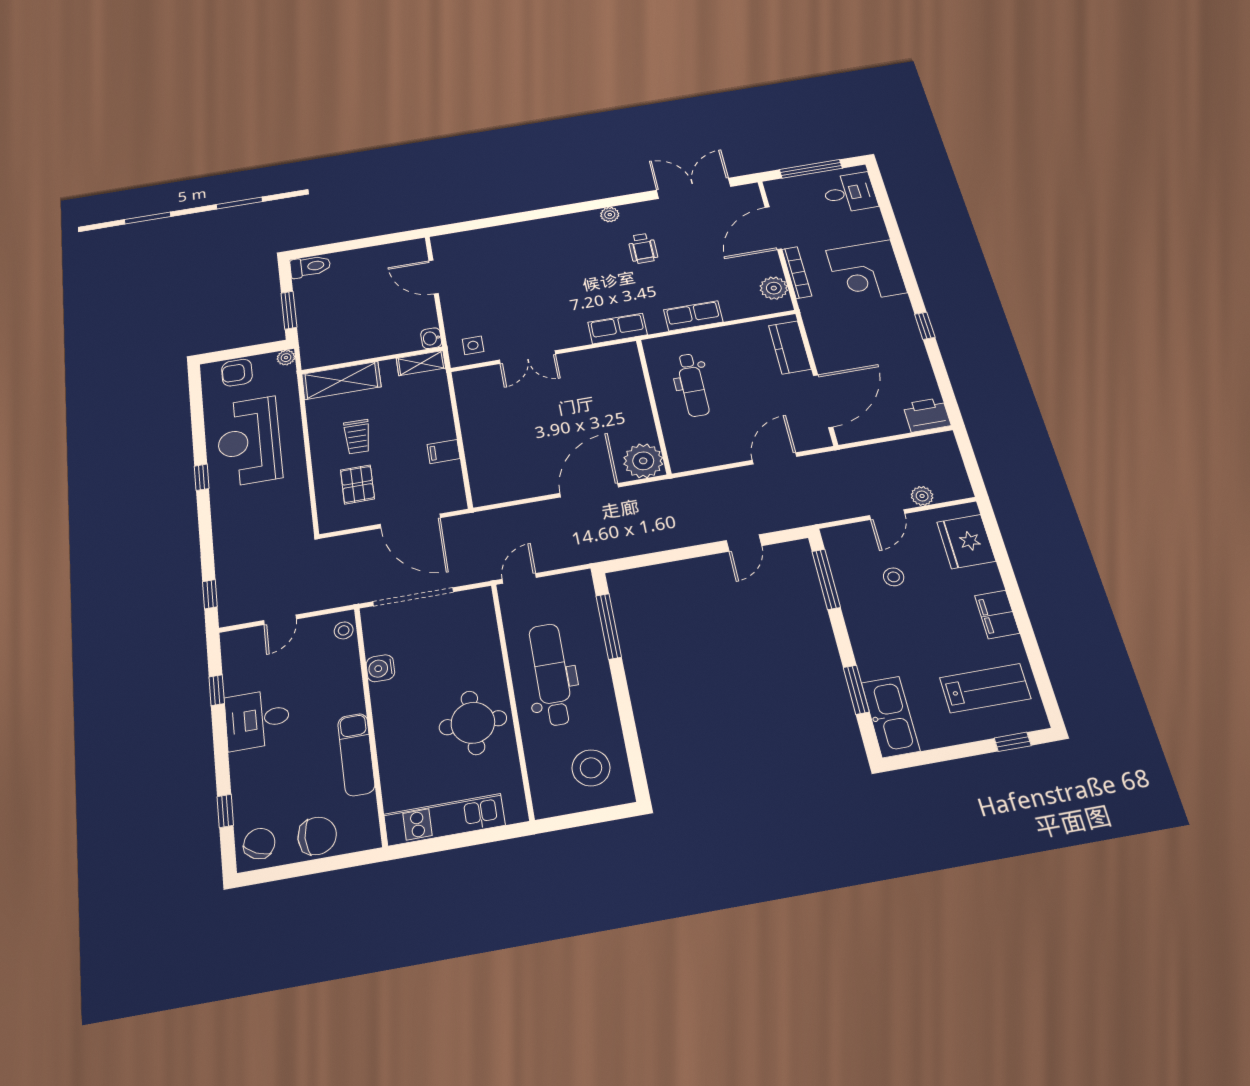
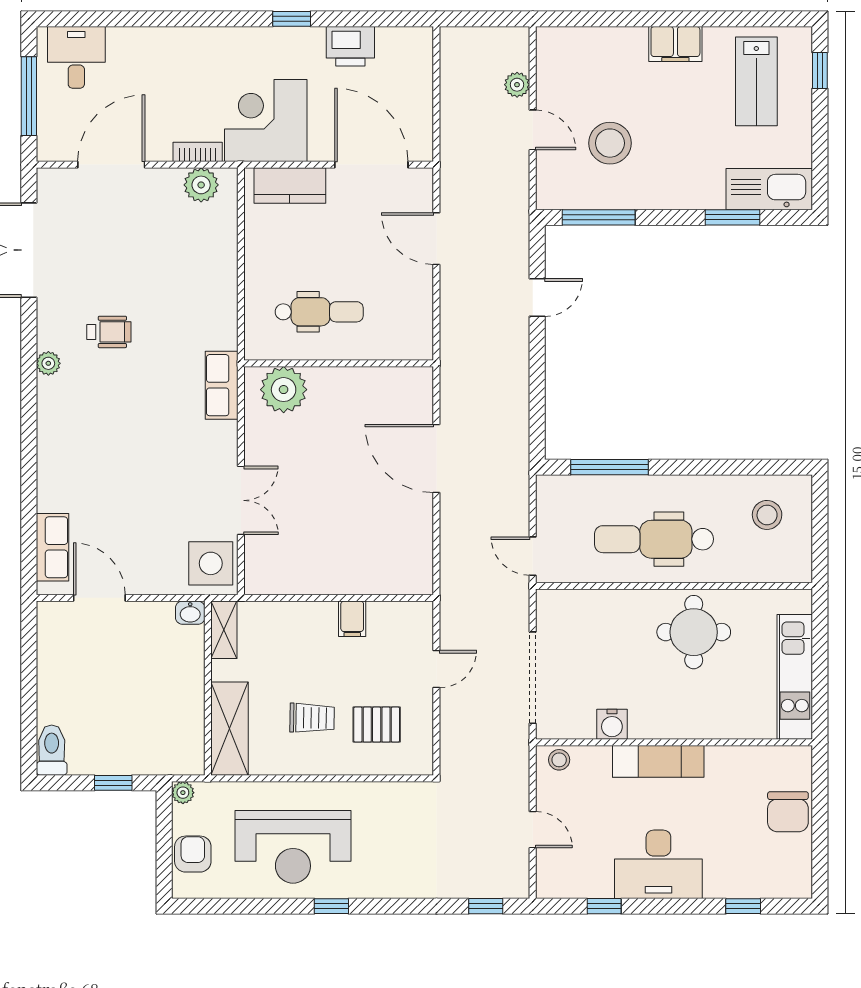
door: (773, 228) -> (111, 165), swing flipped
corner desk: (866, 271) -> (266, 121), moved, turned 180
bookcase: (797, 273) -> (198, 152), width x0.64
door: (434, 277) -> (99, 598), swing flipped
window: (289, 310) -> (113, 783), width x0.67
row of seats: (693, 316) -> (53, 547), moved, turned 180
side table: (473, 345) -> (211, 563), width x1.87, depth x1.87
armchair: (237, 373) -> (193, 854), turned 180
printer: (927, 415) -> (350, 46), moved, turned -90
plant: (643, 461) -> (284, 390), moved
door: (410, 521) -> (436, 669), width x0.53
fridge: (966, 542) -> (583, 52), removed
door: (744, 543) -> (537, 298), hinge flipped
stool: (894, 577) -> (610, 143), width x1.89, depth x1.89
lab bench: (985, 688) -> (756, 81), turned 180
desk: (257, 719) -> (658, 864), width x1.37
exam couch: (356, 754) -> (658, 761), moved
stool: (591, 768) -> (767, 515), width x0.73, depth x0.73
chair: (317, 836) -> (788, 812), turned 180
chair: (259, 844) -> (785, 873), removed

